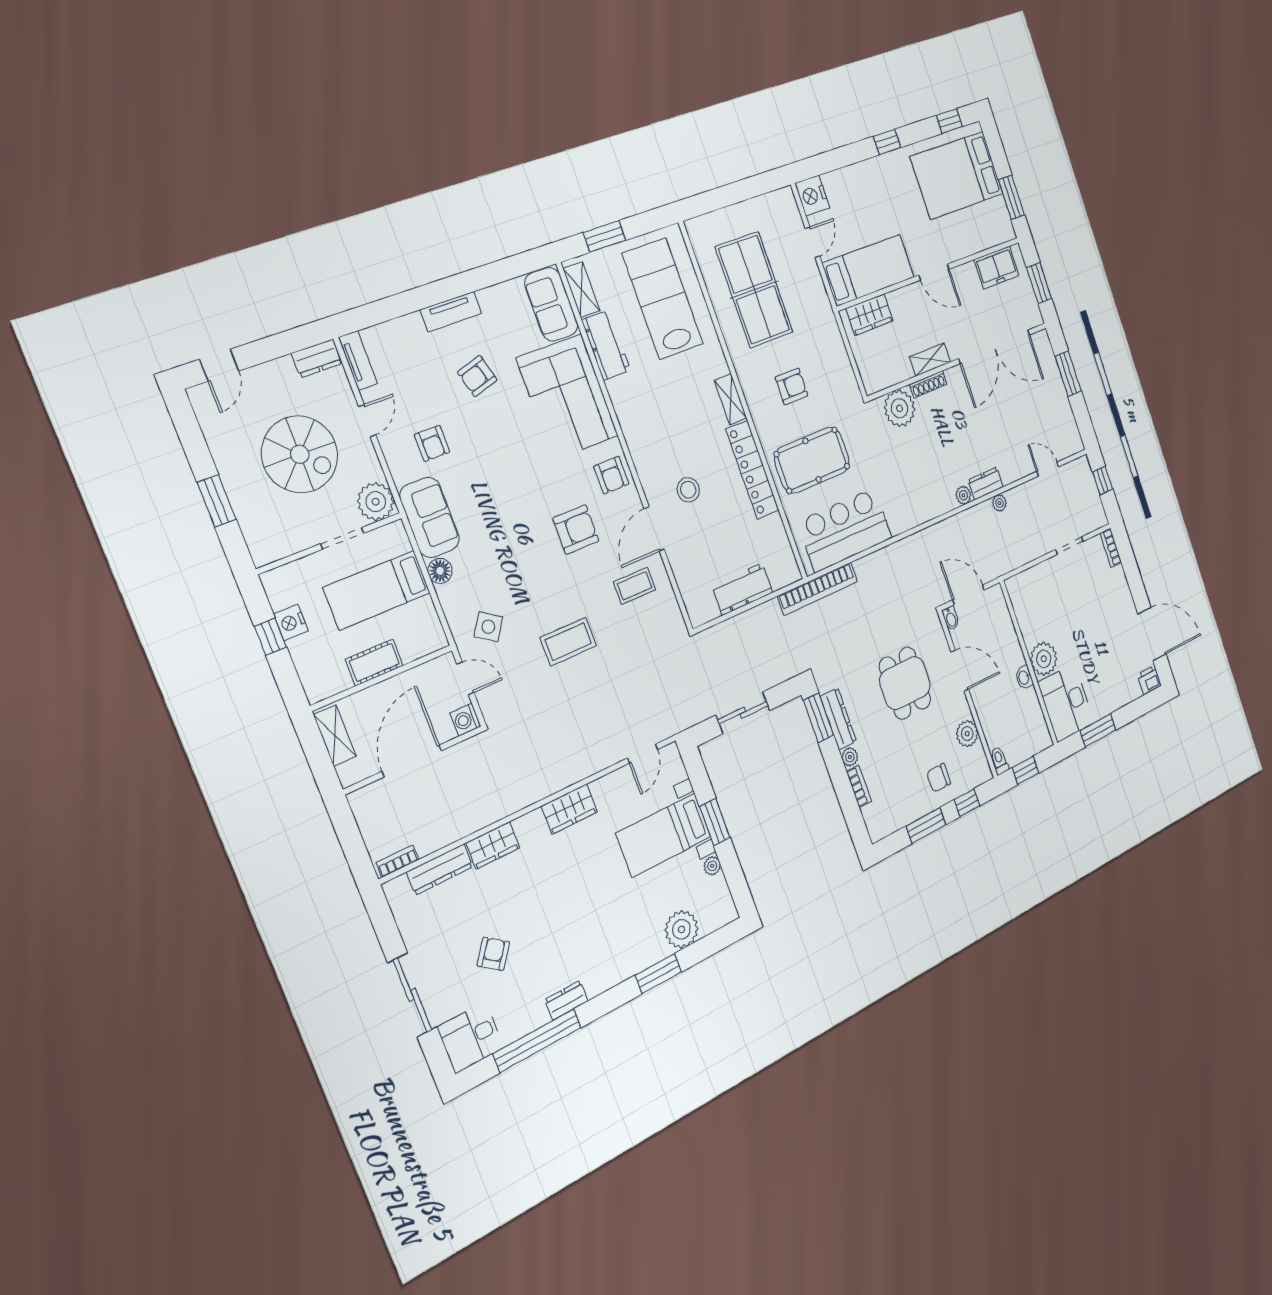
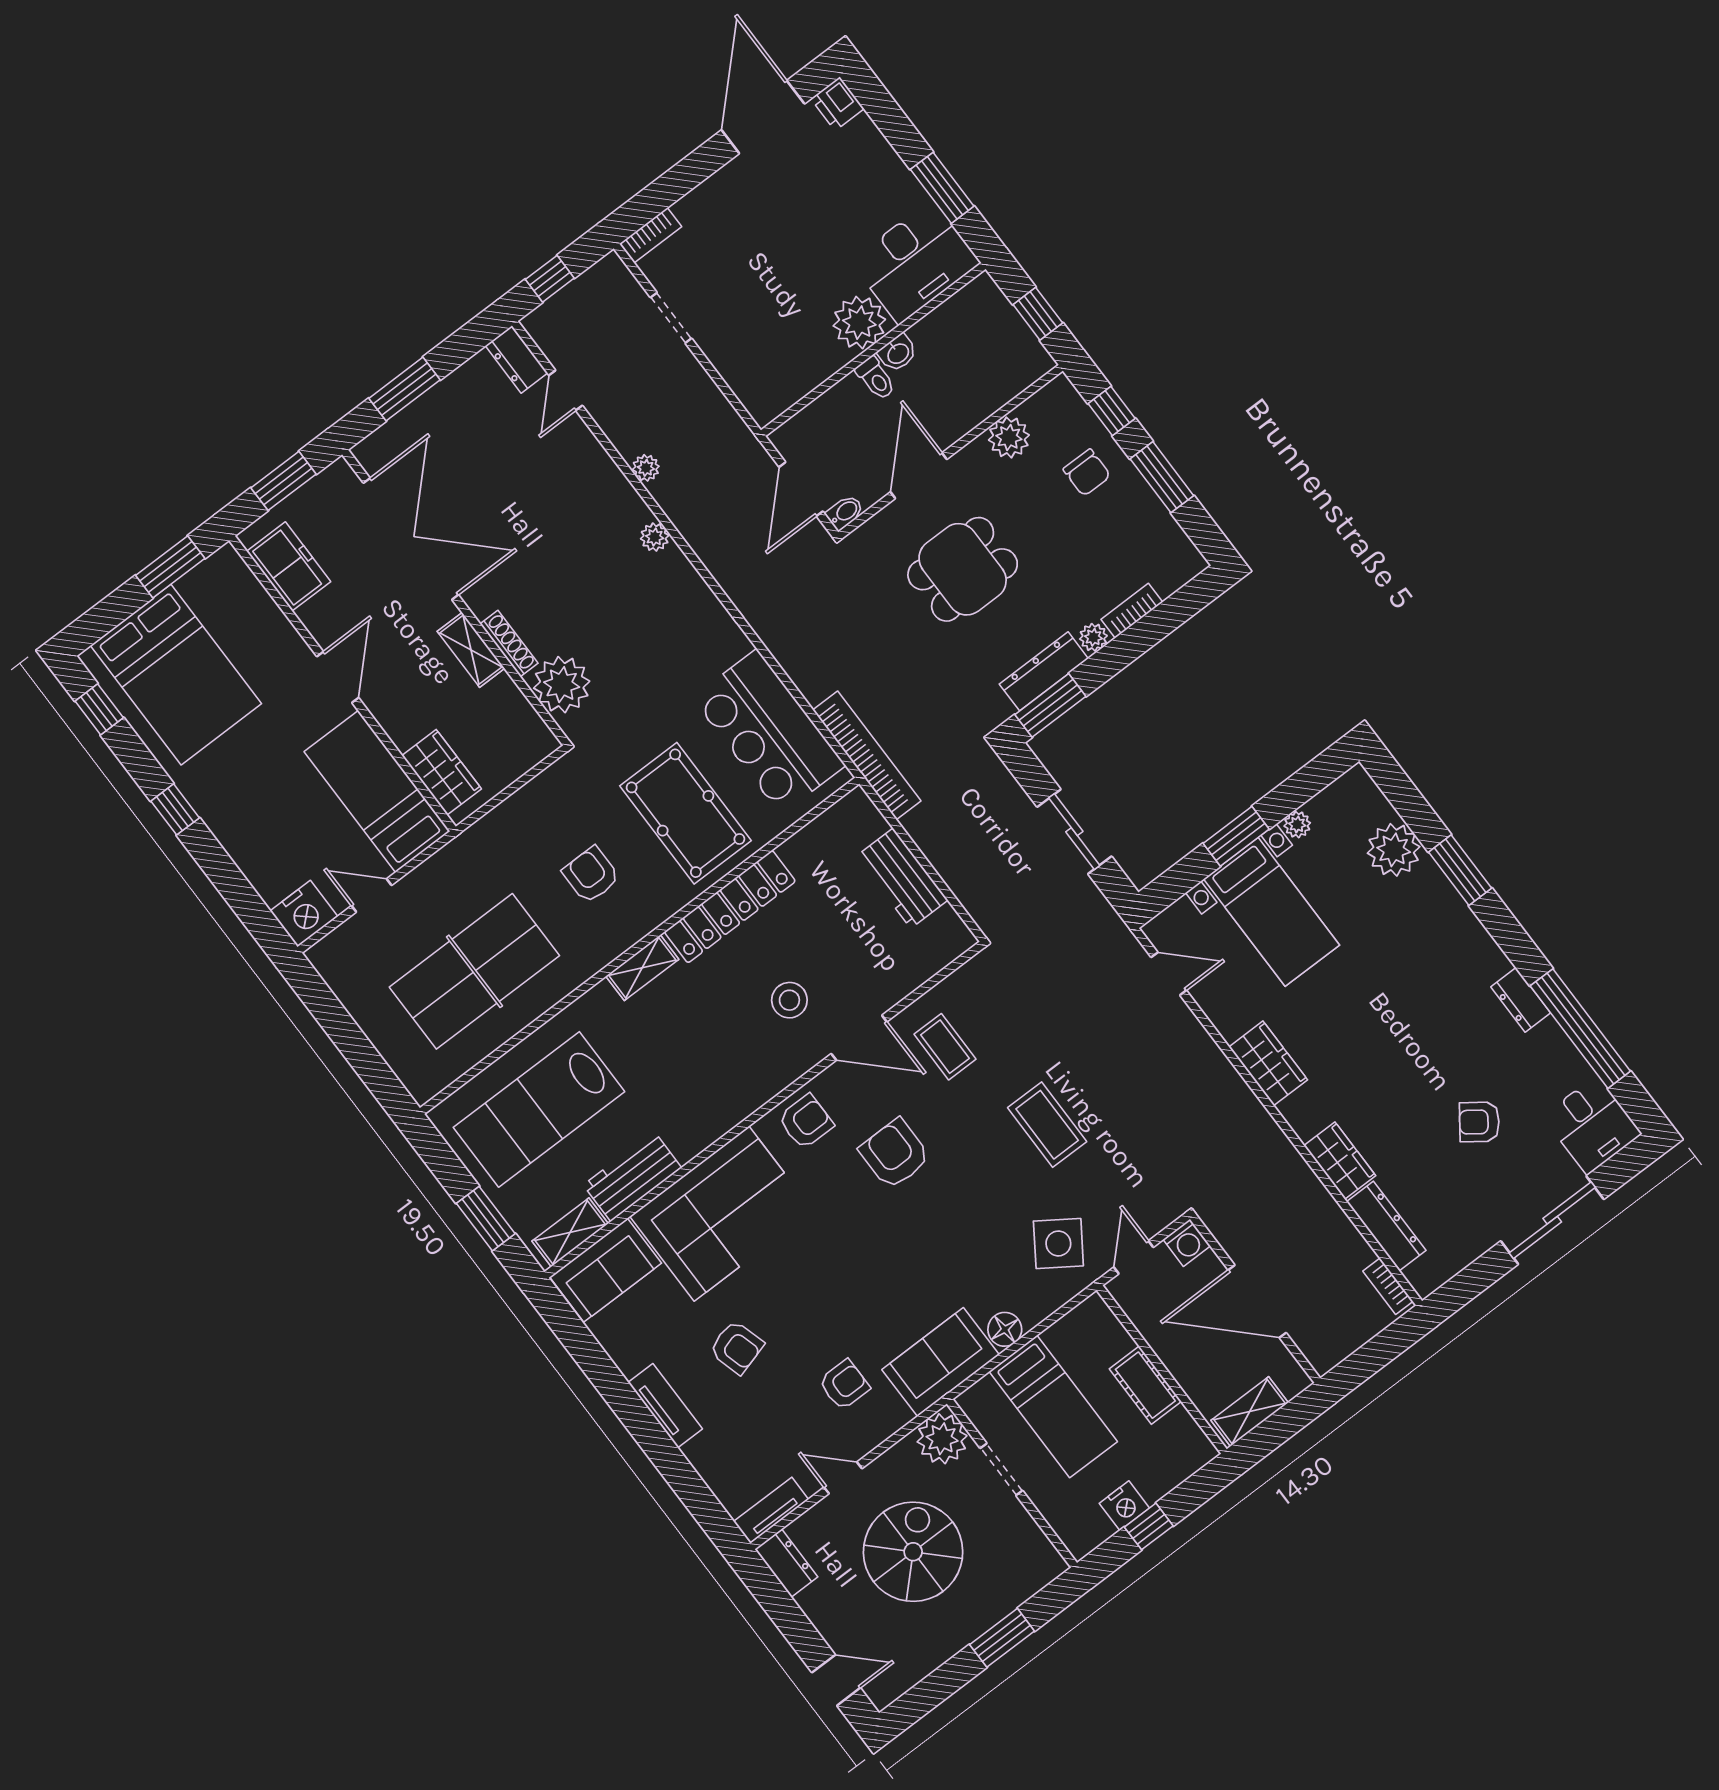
dresser: (986, 483) -> (517, 359), moved
side table: (488, 627) -> (1058, 1243), width x1.37, depth x1.37
toilet: (999, 760) -> (876, 378), moved, turned -90

